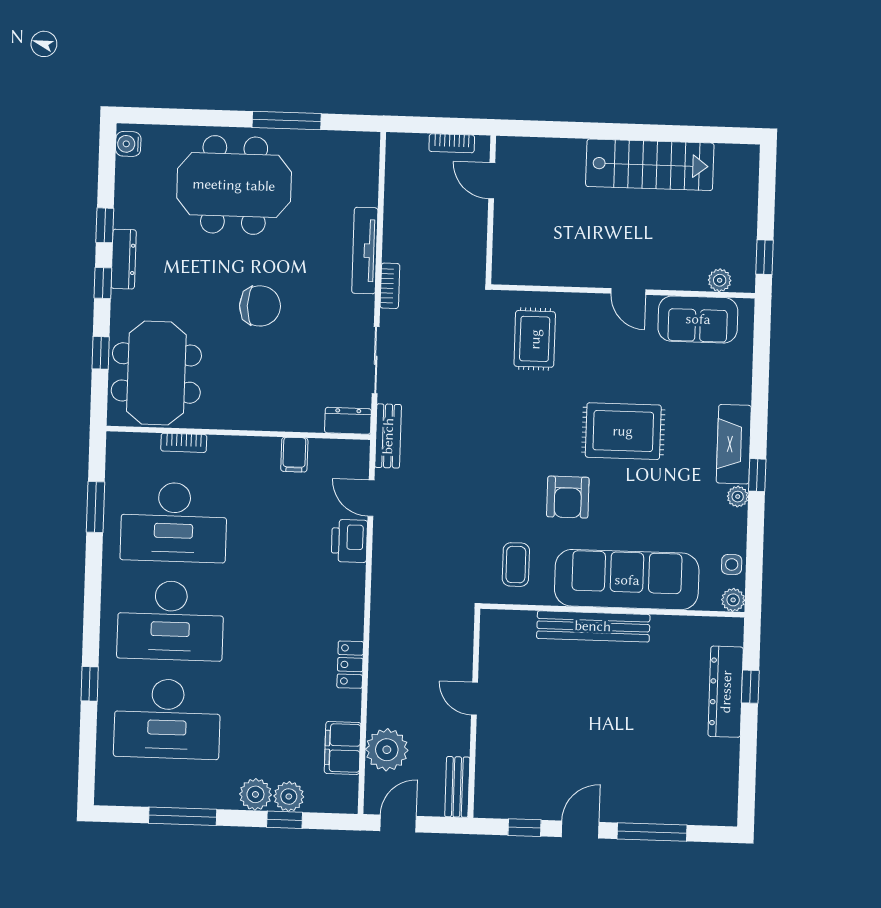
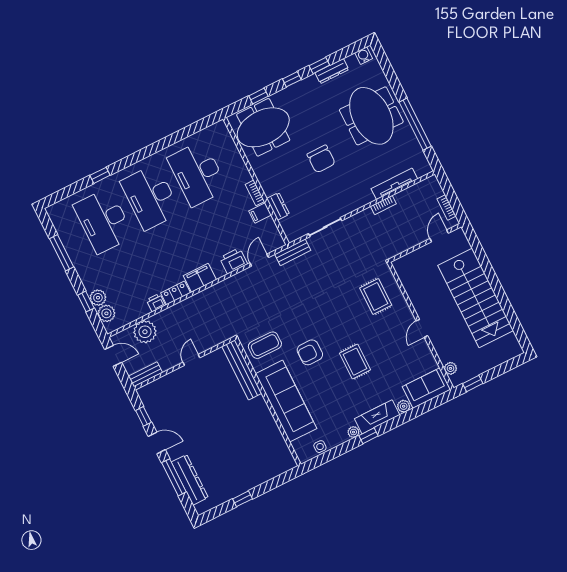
window: (287, 121) -> (415, 124), width x1.46
stairs: (650, 165) -> (476, 298), width x1.36, depth x1.51
tv unit: (365, 251) -> (394, 184), moved
dresser: (124, 259) -> (332, 71), moved
bookcase: (390, 286) -> (383, 205), moved
sofa: (698, 319) -> (427, 388), moved, turned 90
rug: (535, 339) -> (376, 296), turned 90
dresser: (348, 421) -> (278, 206), moved
rug: (623, 431) -> (355, 362), width x0.73, depth x0.70
bookcase: (184, 443) -> (255, 193), moved
window: (95, 507) -> (185, 133), removed
coffee table: (516, 565) -> (265, 345), width x1.36, depth x1.30
plant: (733, 600) -> (404, 406), moved
bench: (593, 626) -> (242, 370), moved
window: (750, 687) -> (243, 499), moved
dresser: (726, 692) -> (190, 480), moved, turned 90
printer: (349, 706) -> (156, 303), added
filing cabinet: (343, 748) -> (200, 278), moved
plant: (255, 794) -> (106, 313), moved

